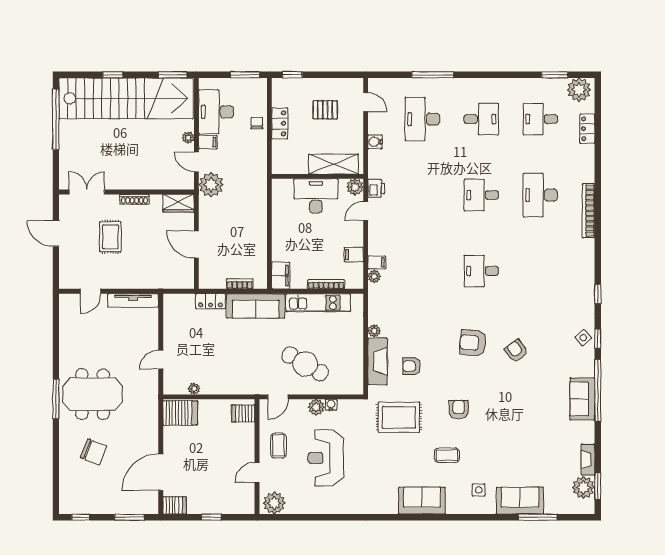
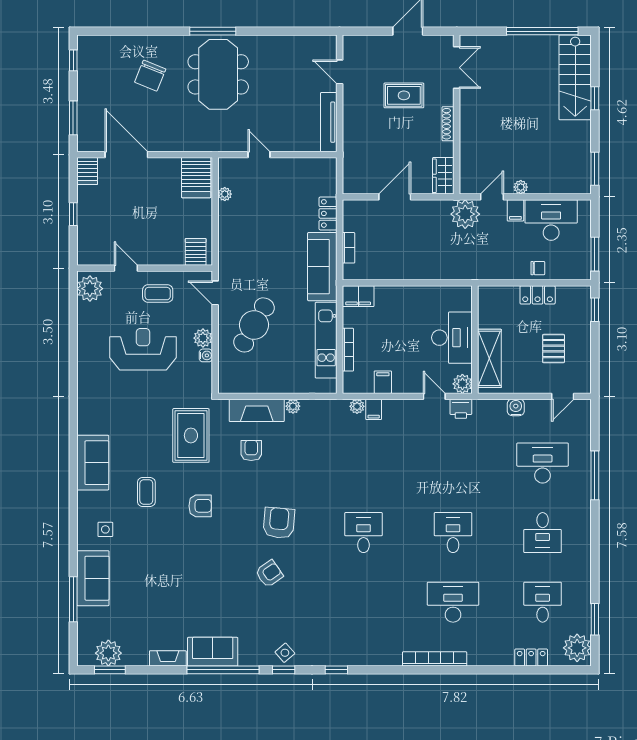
stairs: (126, 98) -> (575, 77), width x0.54, depth x0.66
fireplace: (588, 459) -> (168, 658), moved

